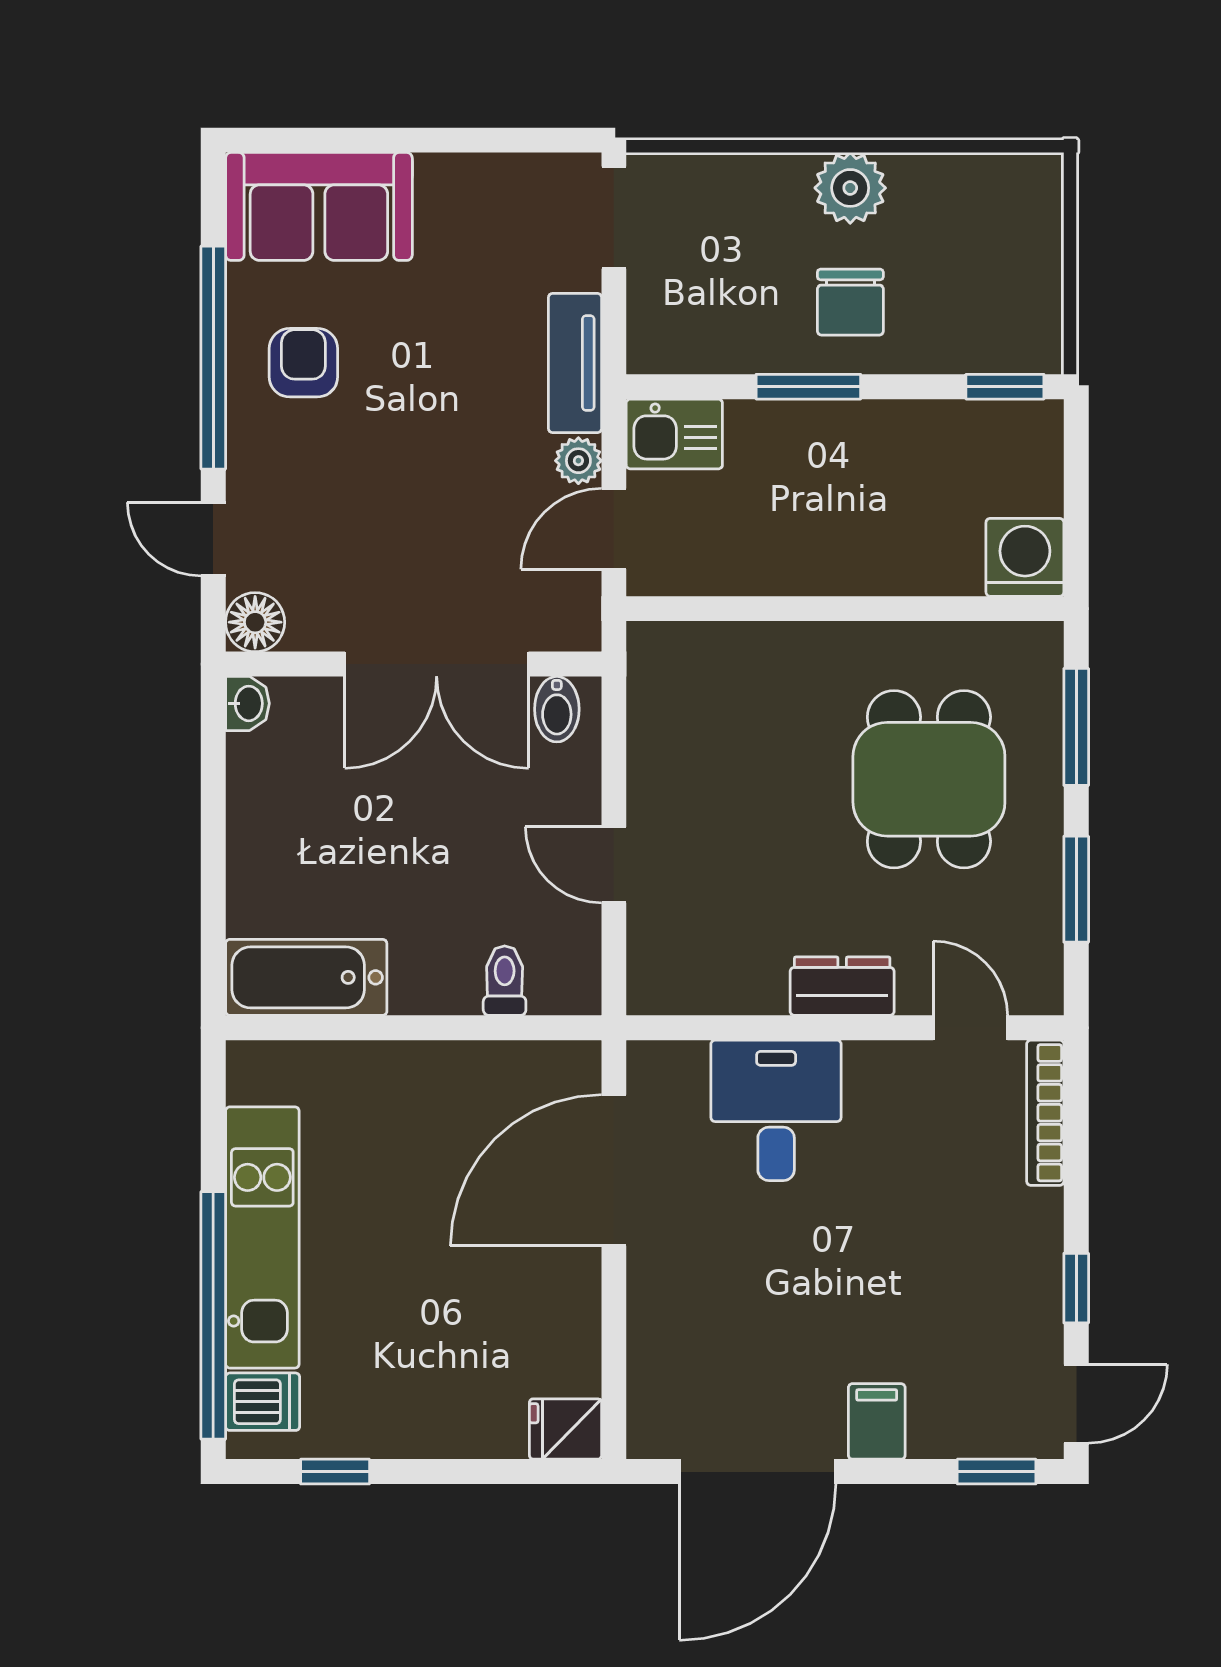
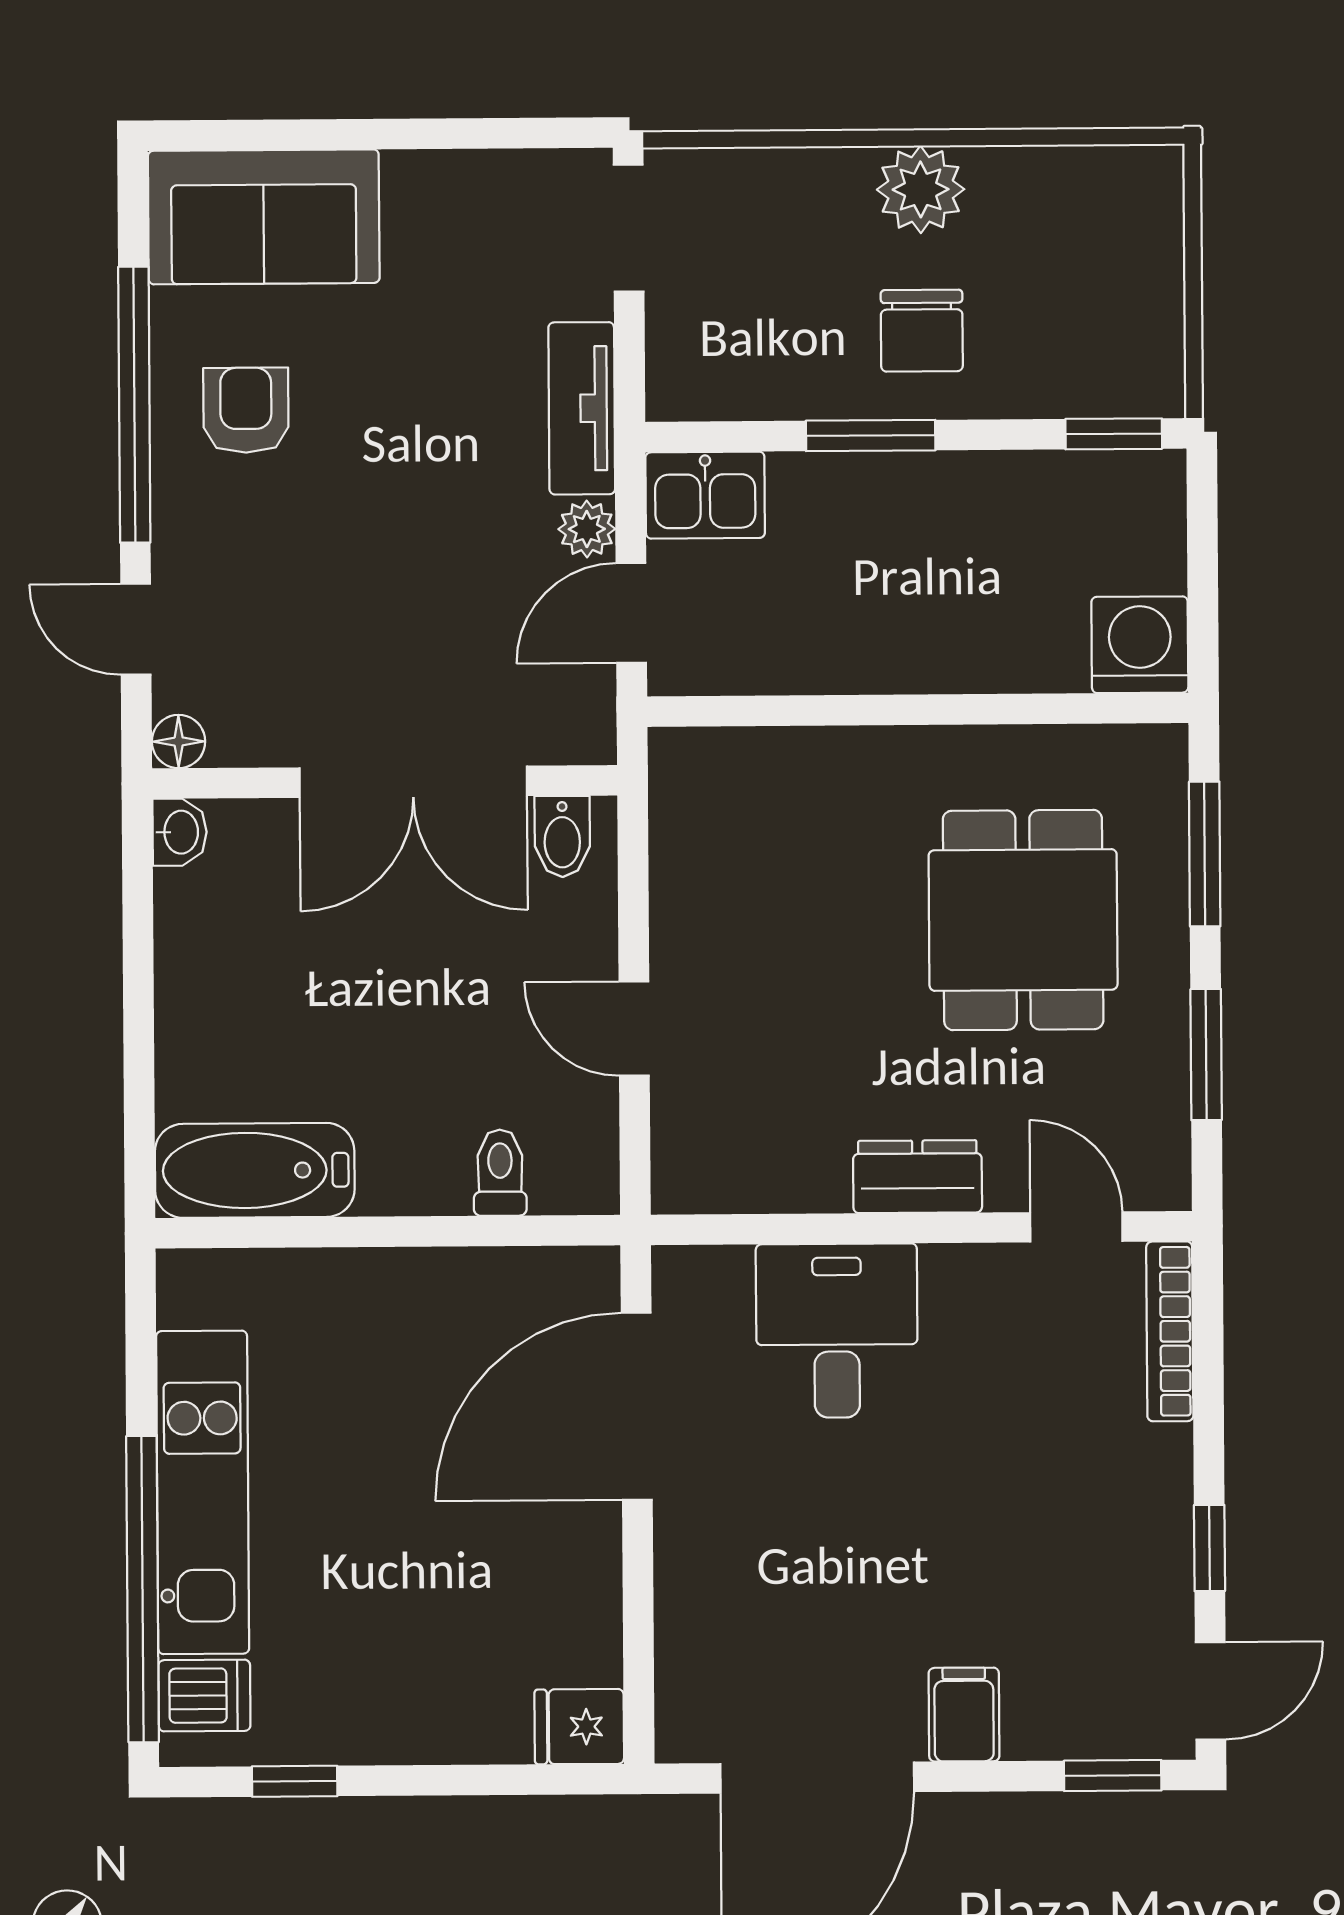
floor lamp: (255, 622) -> (179, 742), width x0.73, depth x0.73

